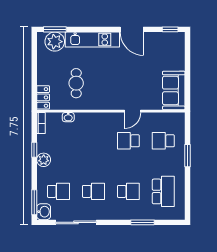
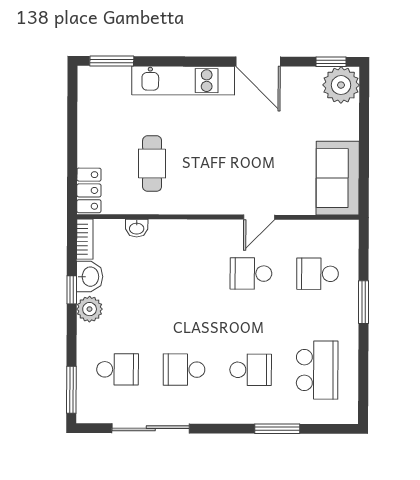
plant: (55, 42) -> (341, 85), moved
school desk: (93, 191) -> (184, 370), turned 180
washbasin: (44, 212) -> (90, 277), moved

